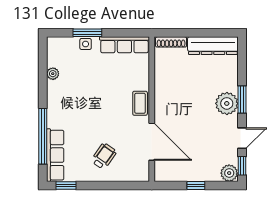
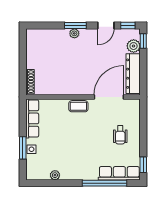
dresser: (213, 46) -> (133, 74), moved, turned 180
plant: (227, 103) -> (74, 33), width x0.53, depth x0.53
door: (242, 138) -> (106, 26), swing flipped
wheelchair: (104, 156) -> (120, 135), turned -125
plant: (229, 173) -> (134, 46), moved
window: (196, 185) -> (143, 41), moved

